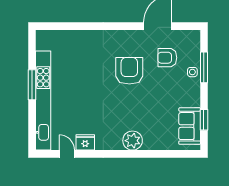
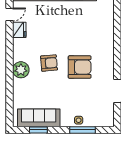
armchair: (167, 58) -> (49, 63), moved, turned 85
sofa: (190, 126) -> (39, 118), width x1.36

